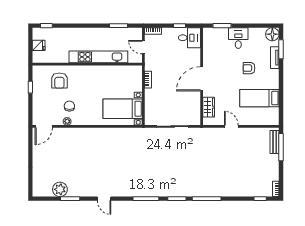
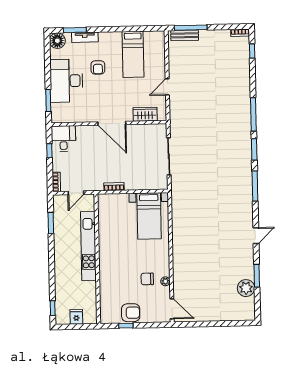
desk: (238, 38) -> (66, 81), width x1.87, depth x1.30
armchair: (59, 81) -> (131, 313), moved

